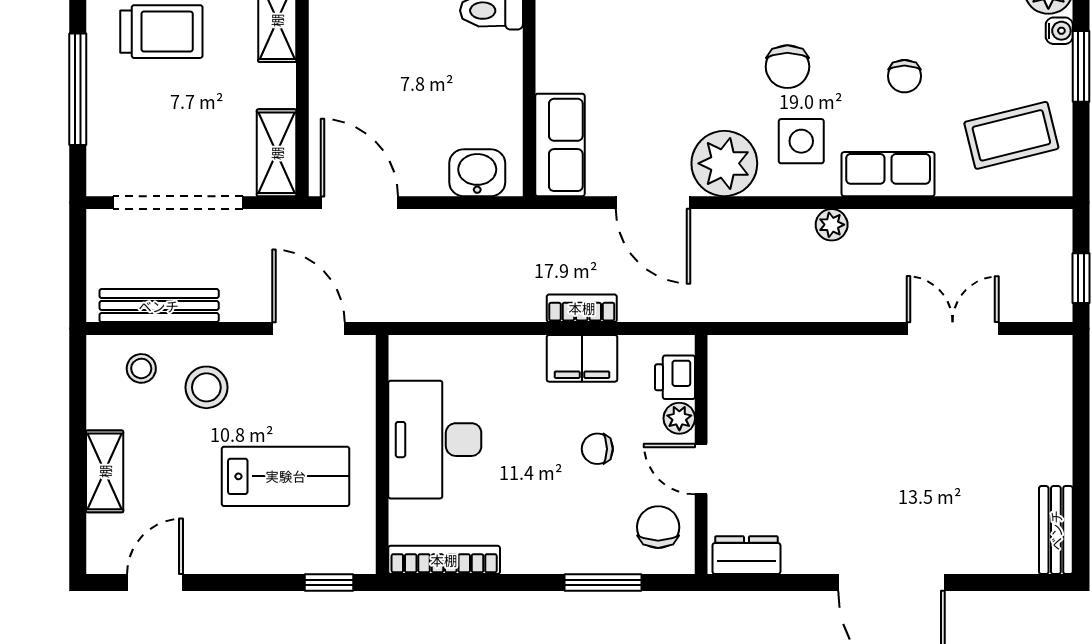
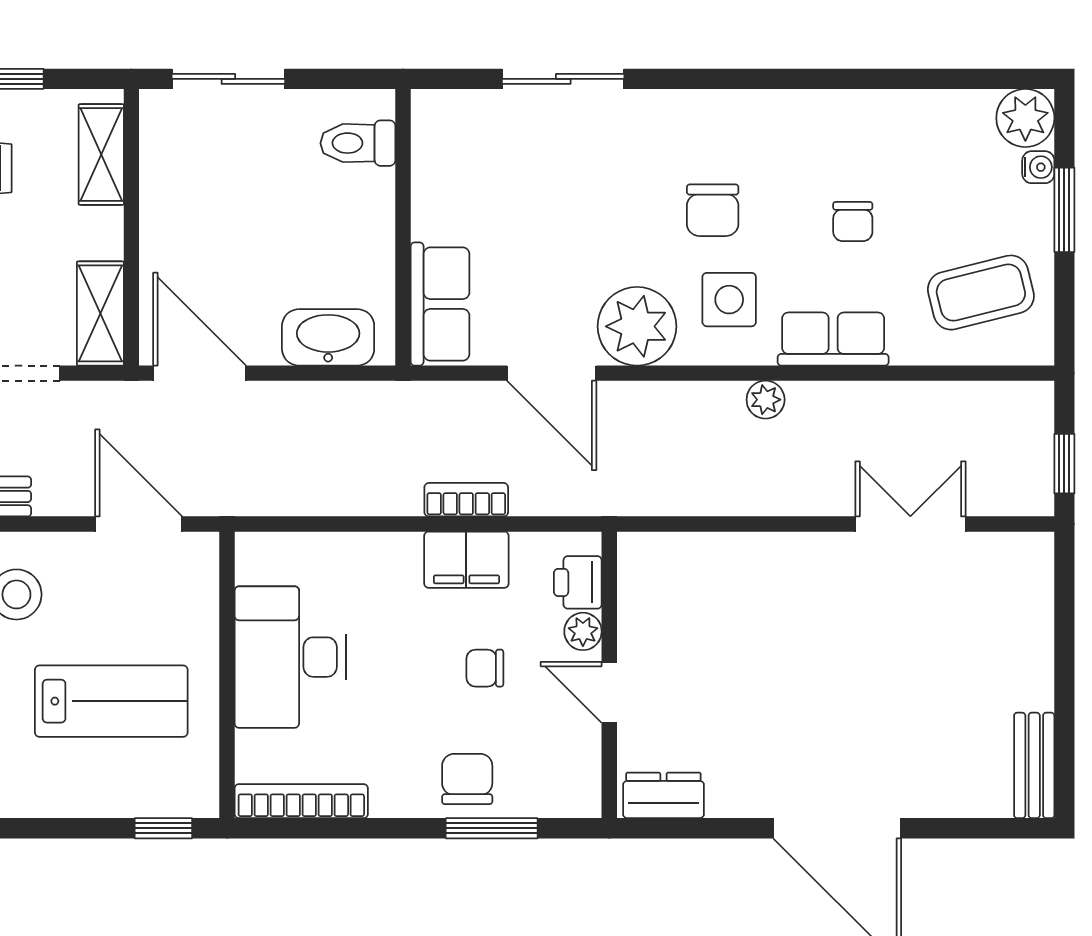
washbasin: (477, 173) -> (328, 337), width x1.38
chair: (658, 527) -> (467, 779), moved

